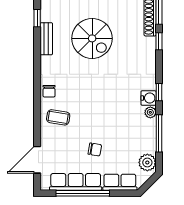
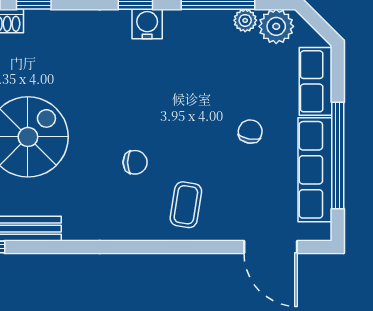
chair: (49, 91) -> (135, 162), moved
plant: (150, 112) -> (245, 20), moved

